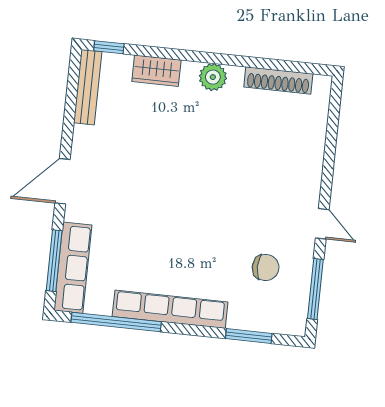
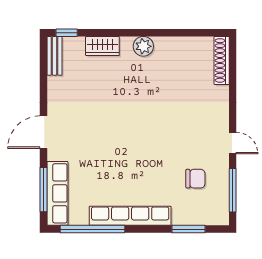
shoe rack: (278, 80) -> (222, 60), moved, turned 90
bench: (88, 87) -> (54, 56), width x0.73

